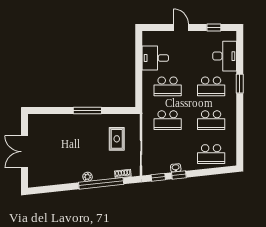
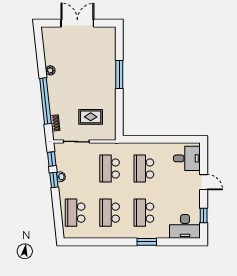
door: (181, 28) -> (204, 182), hinge flipped
desk: (225, 56) -> (185, 226), moved
desk: (155, 58) -> (187, 158), moved, turned 90
window: (87, 111) -> (119, 75), moved
plant: (87, 177) -> (50, 70), moved

